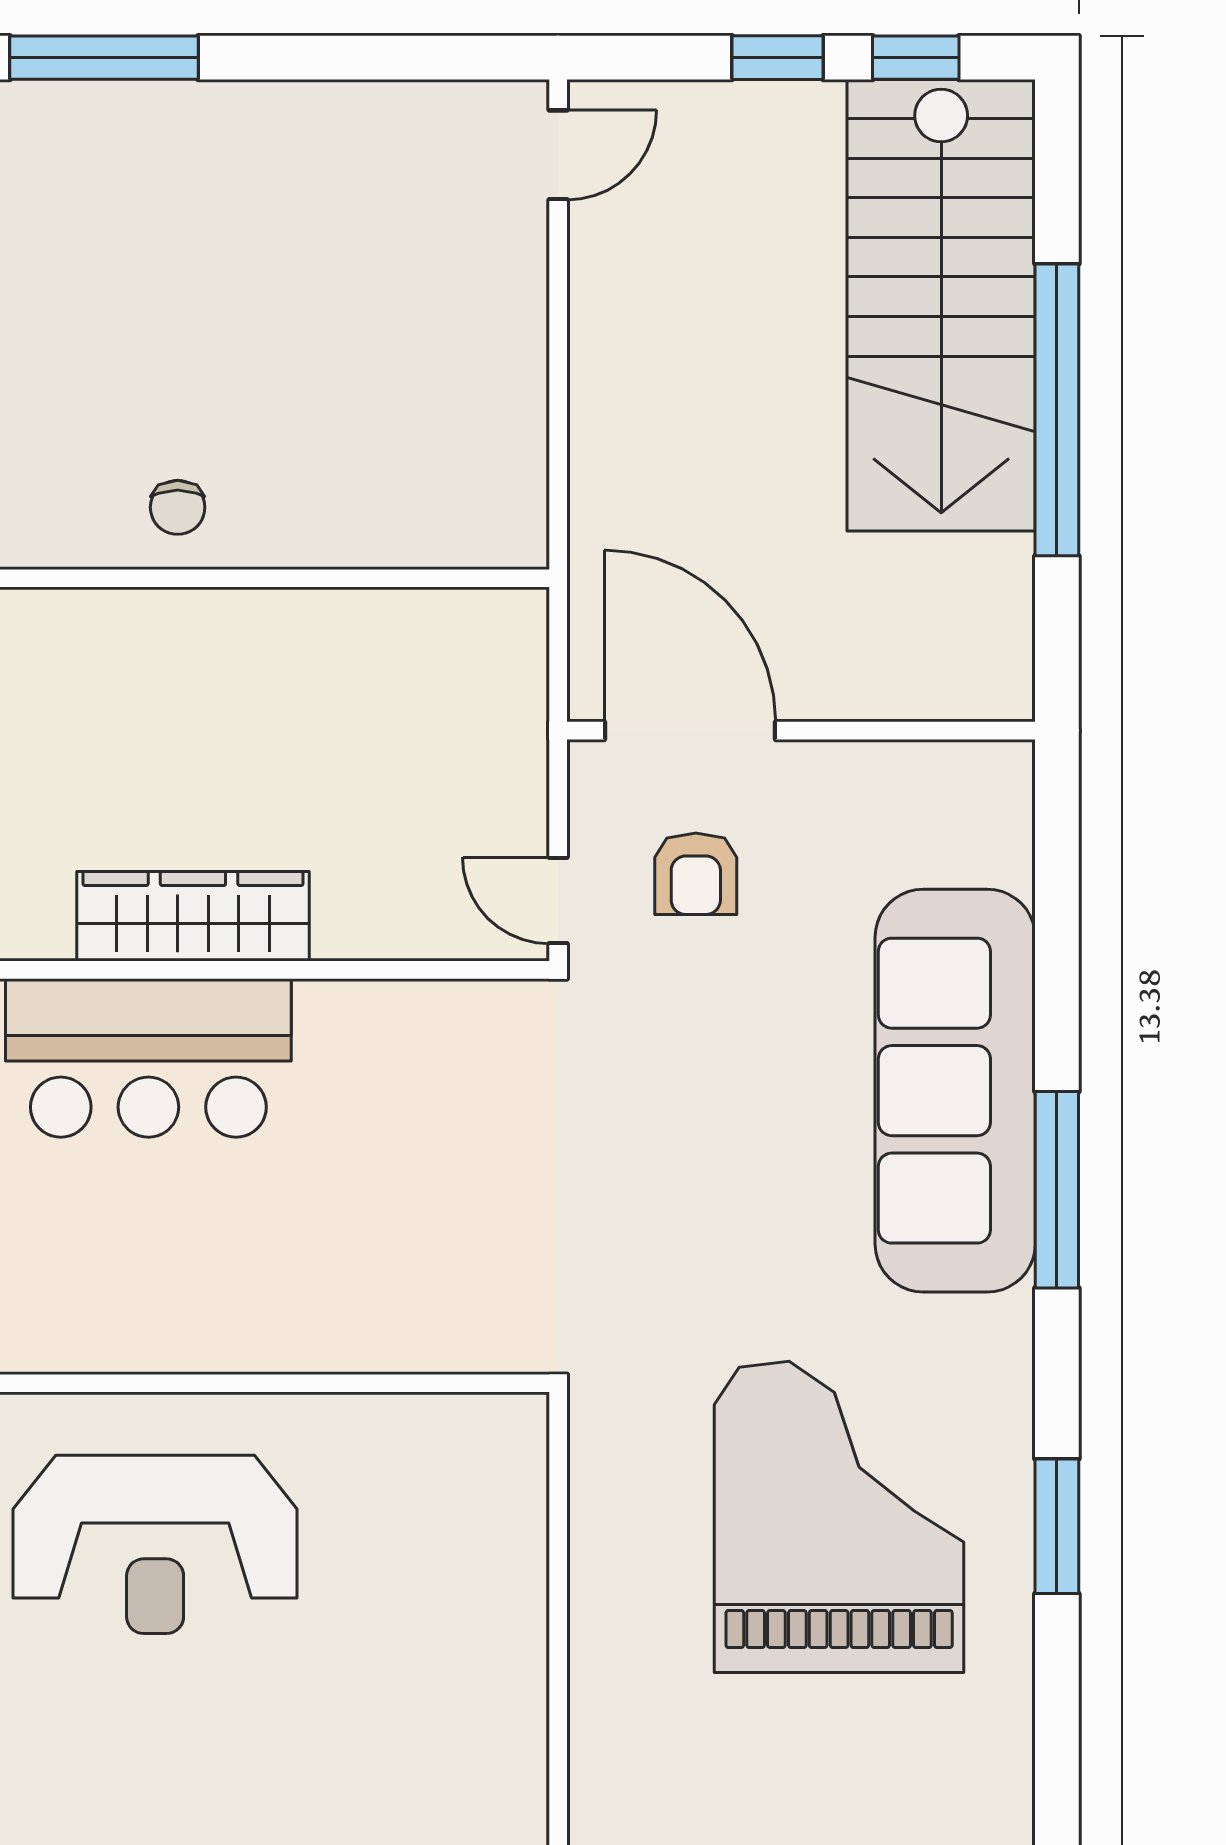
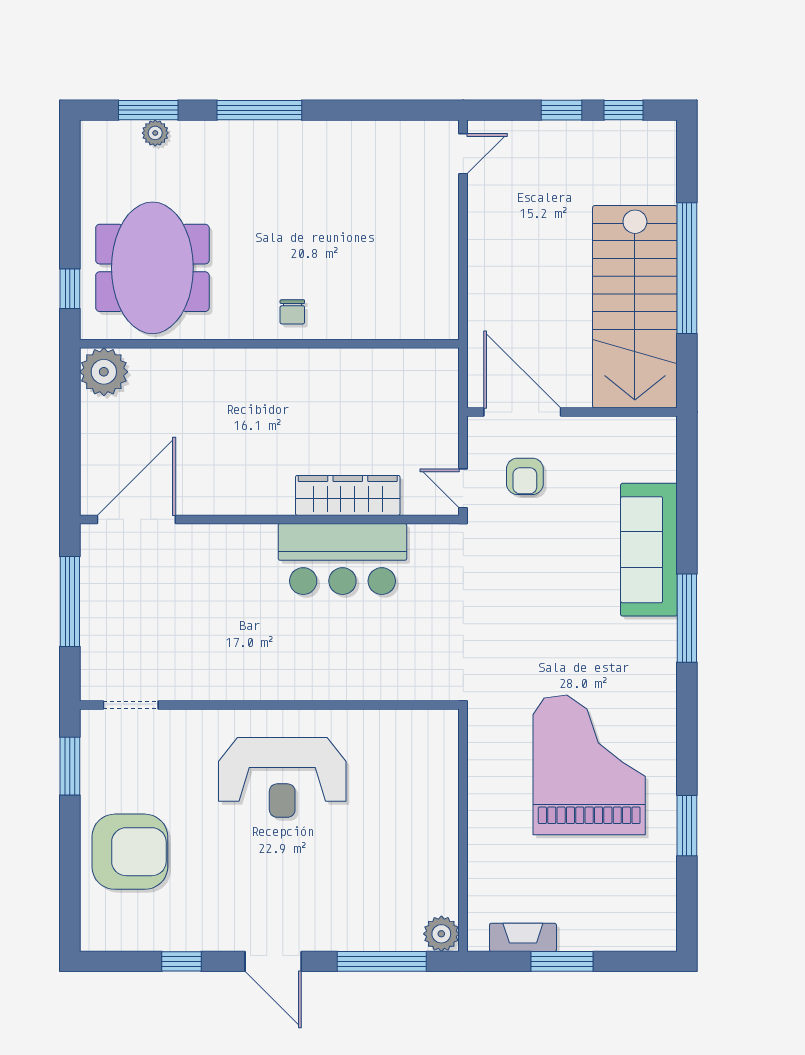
stairs: (941, 305) -> (635, 307), moved
wardrobe: (193, 916) -> (348, 495), moved
bar counter: (148, 1058) -> (342, 559), moved
sofa: (955, 1091) -> (649, 550), width x0.74, depth x0.79
window: (1057, 1526) -> (687, 826), moved

